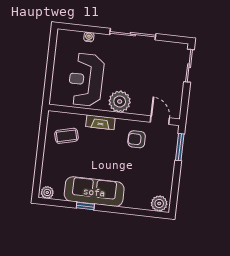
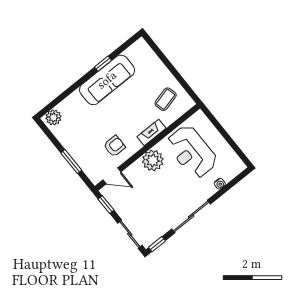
window: (177, 39) -> (157, 244), added
reception desk: (86, 80) -> (192, 152), turned 180
window: (185, 104) -> (106, 205), added
window: (180, 147) -> (71, 162), moved
plant: (47, 192) -> (139, 46), removed

